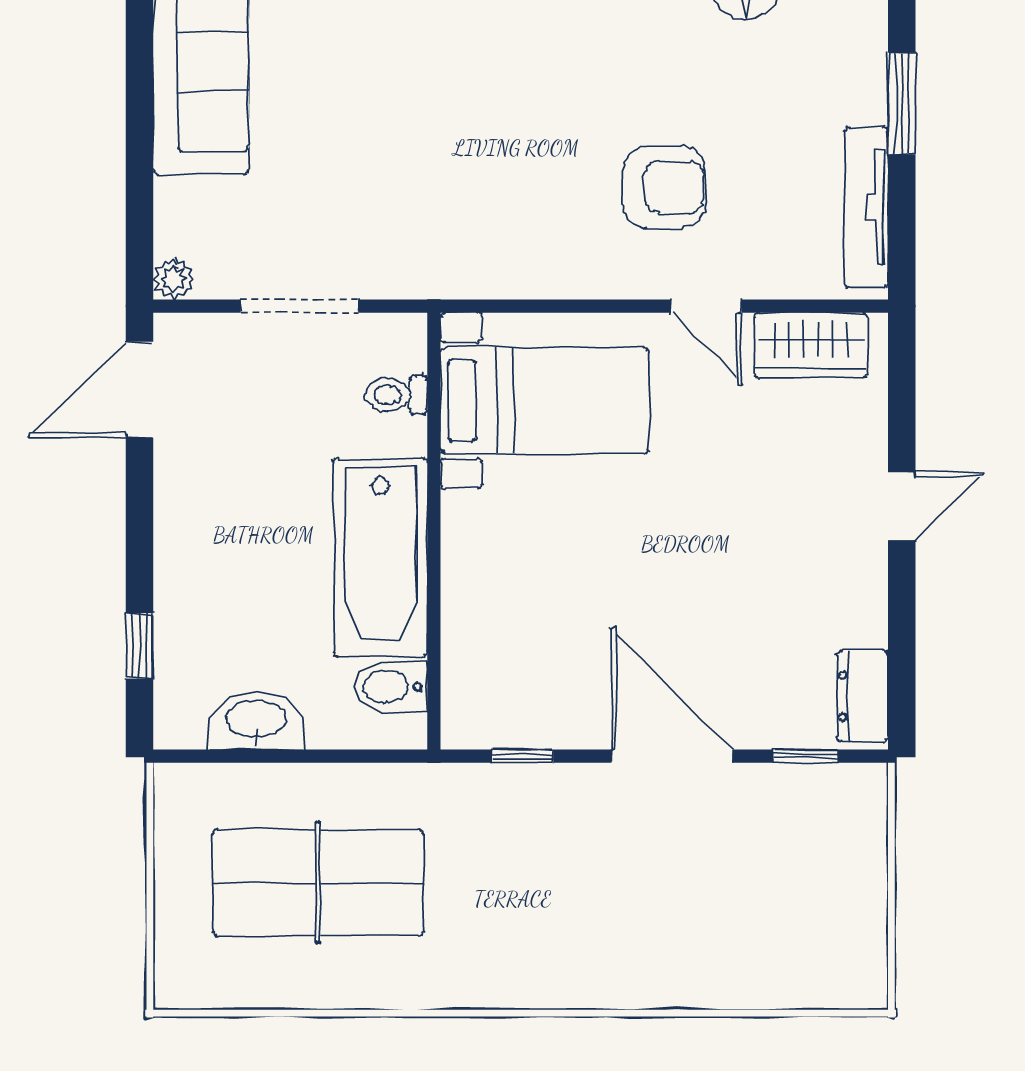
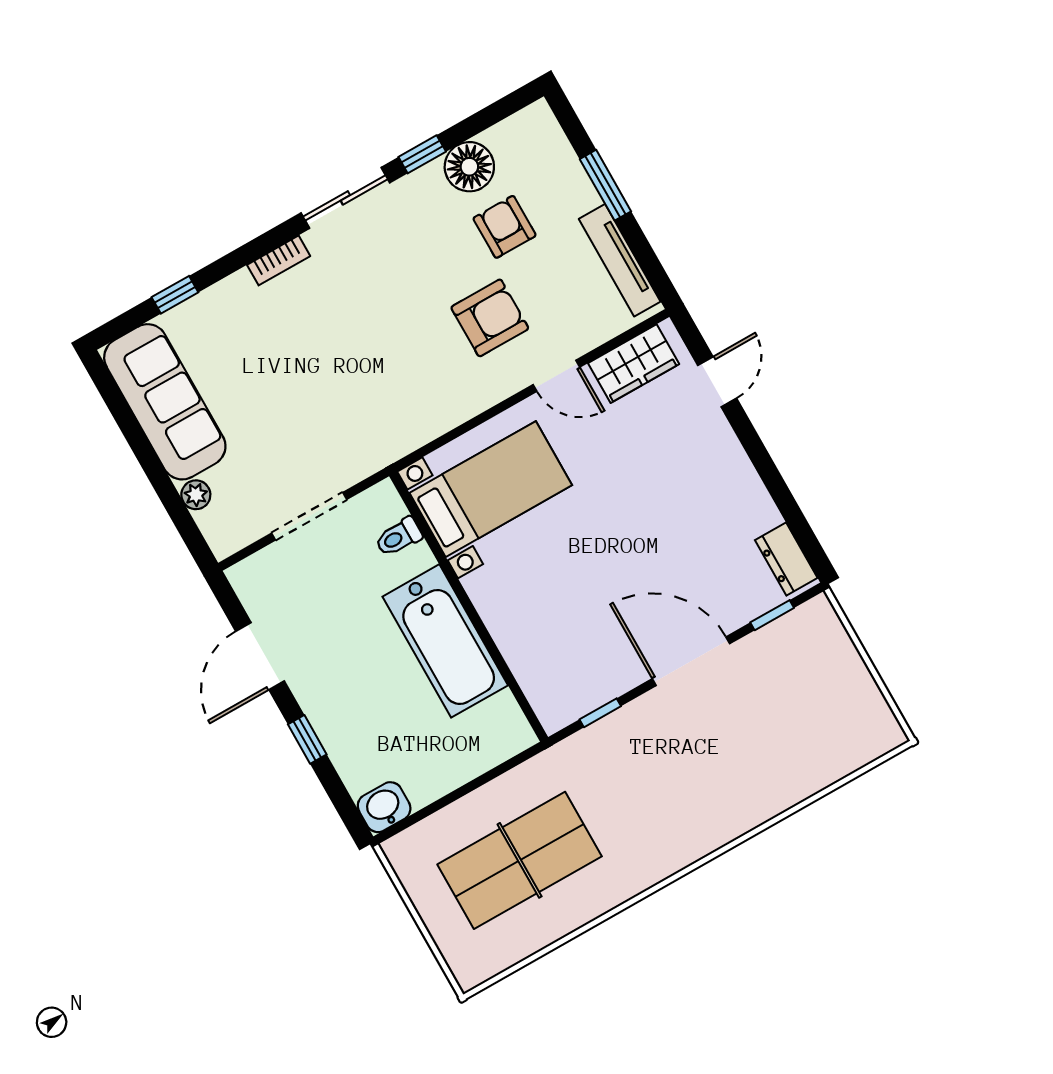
armchair: (747, 84) -> (505, 227), added
plant: (174, 279) -> (196, 495), moved
door: (139, 390) -> (260, 656), moved
door: (902, 506) -> (717, 382), moved
window: (139, 646) -> (307, 739), moved
bidet: (390, 687) -> (496, 716), removed
washbasin: (256, 721) -> (384, 807), moved, width x0.72

